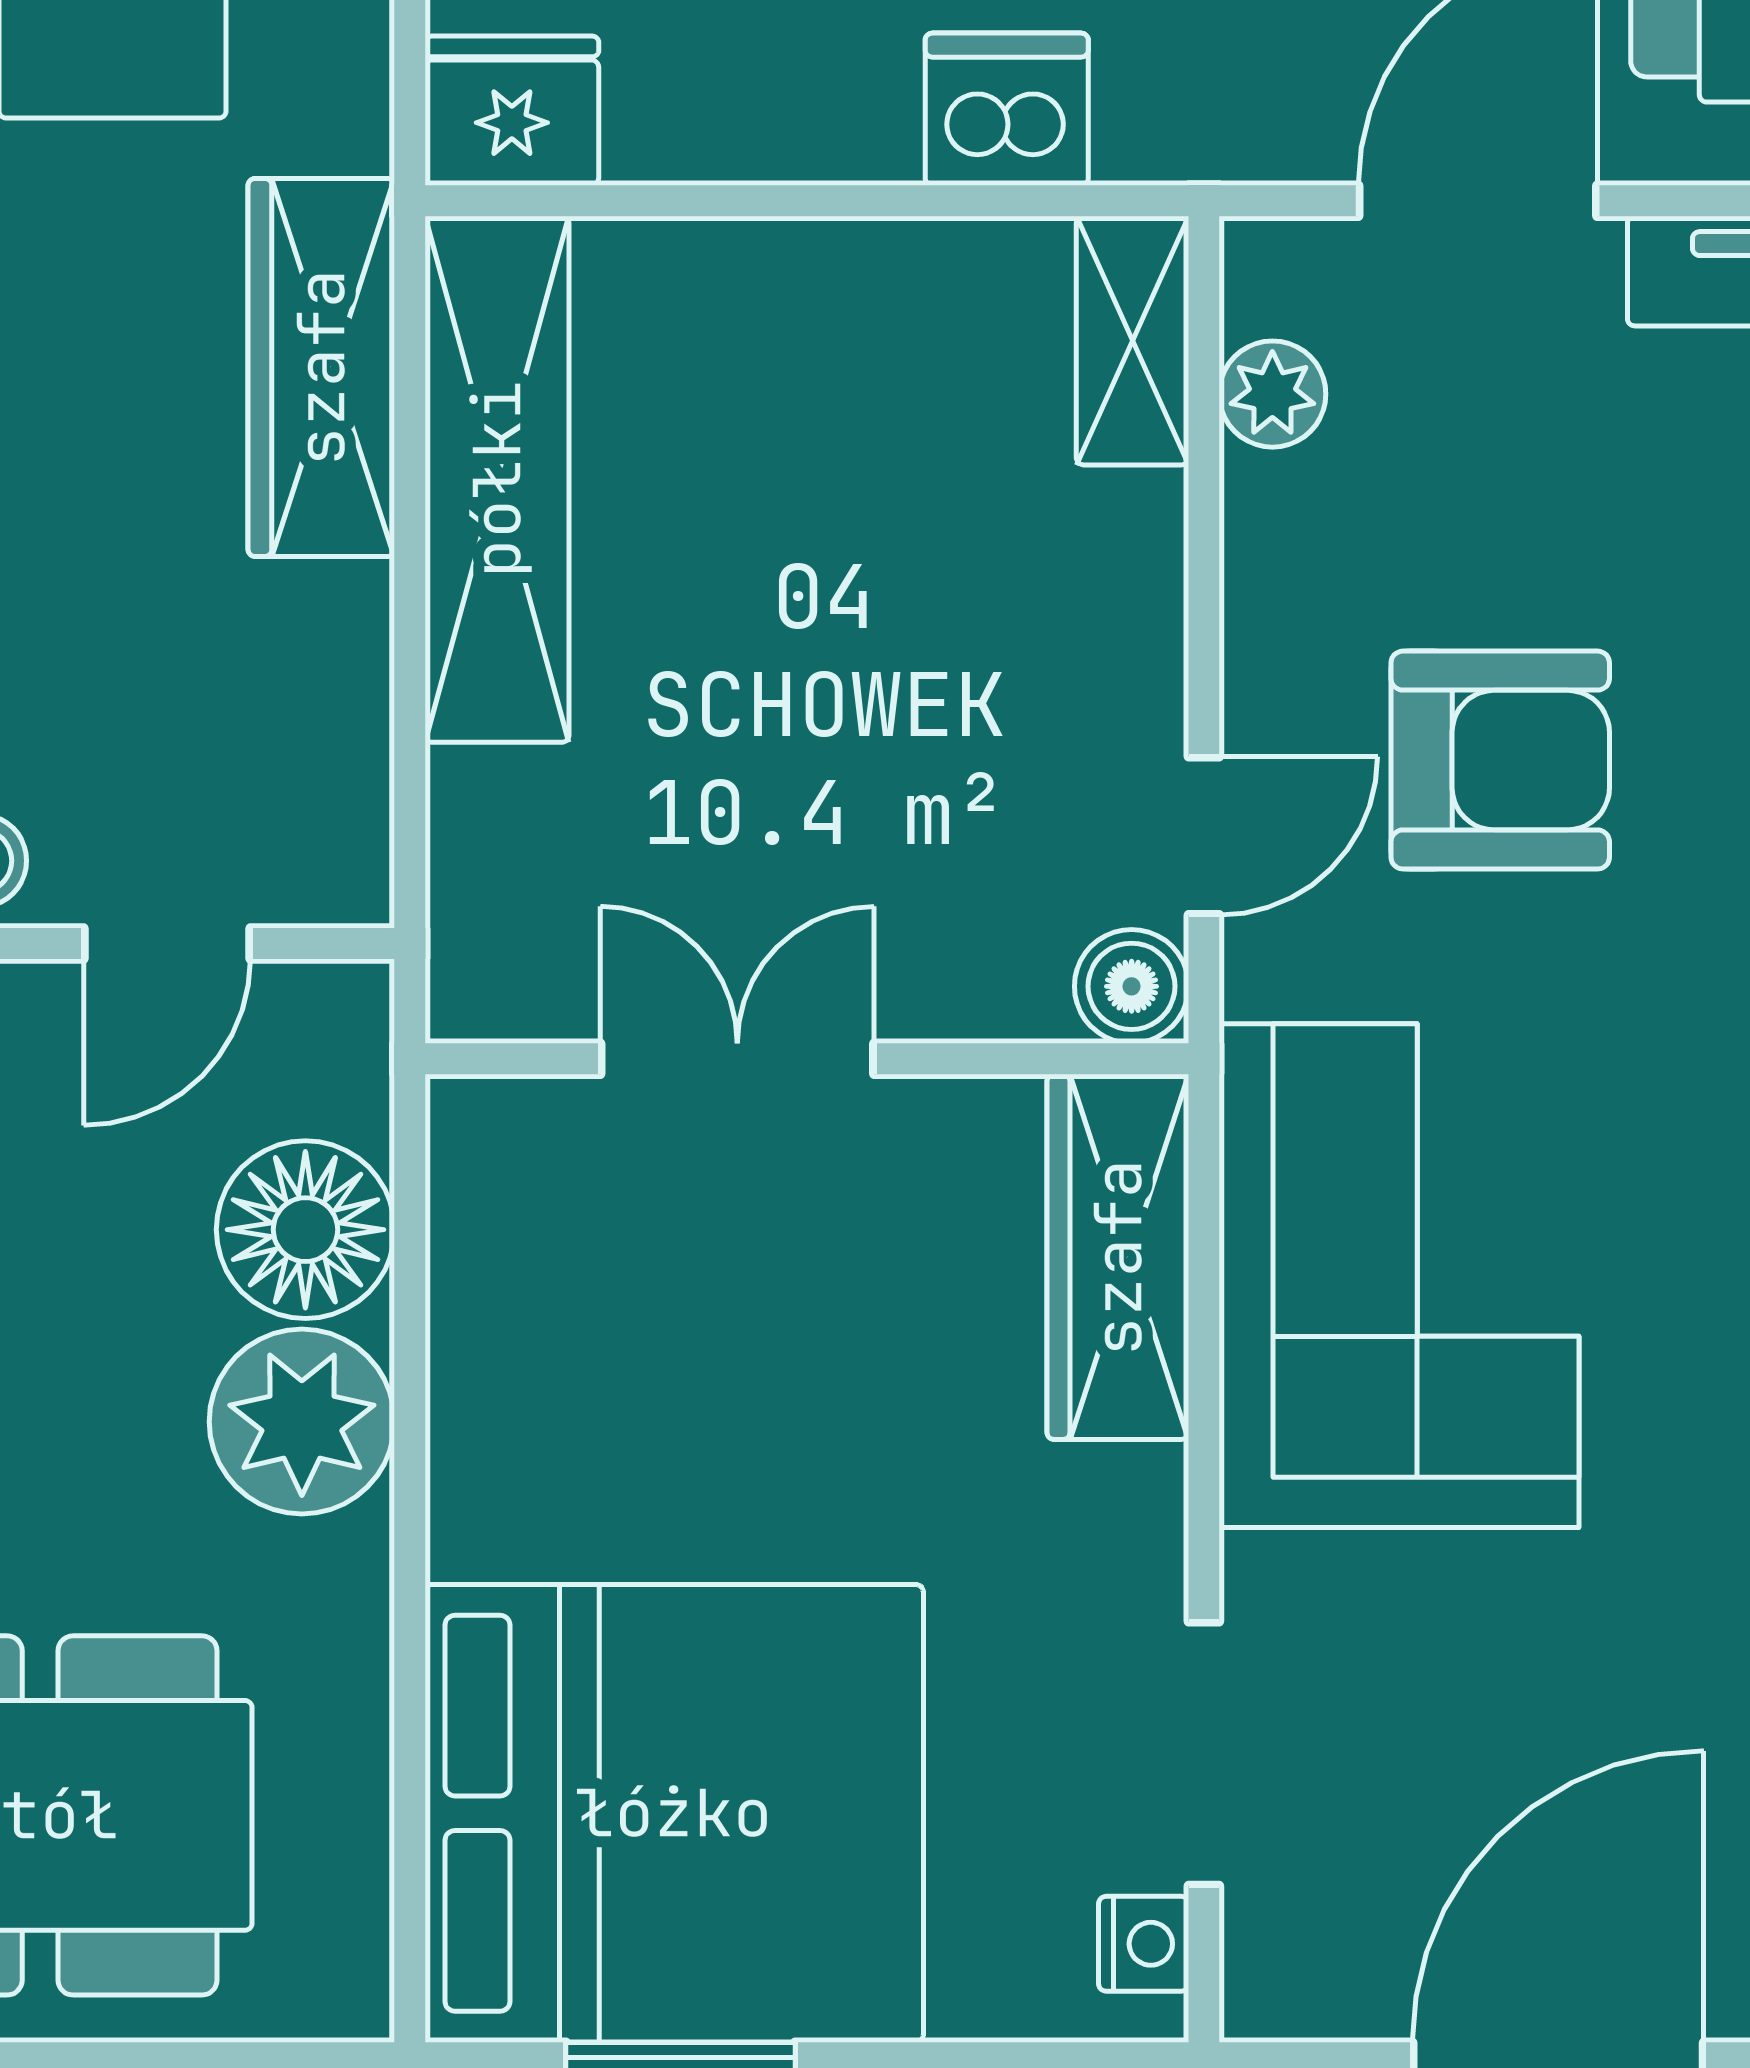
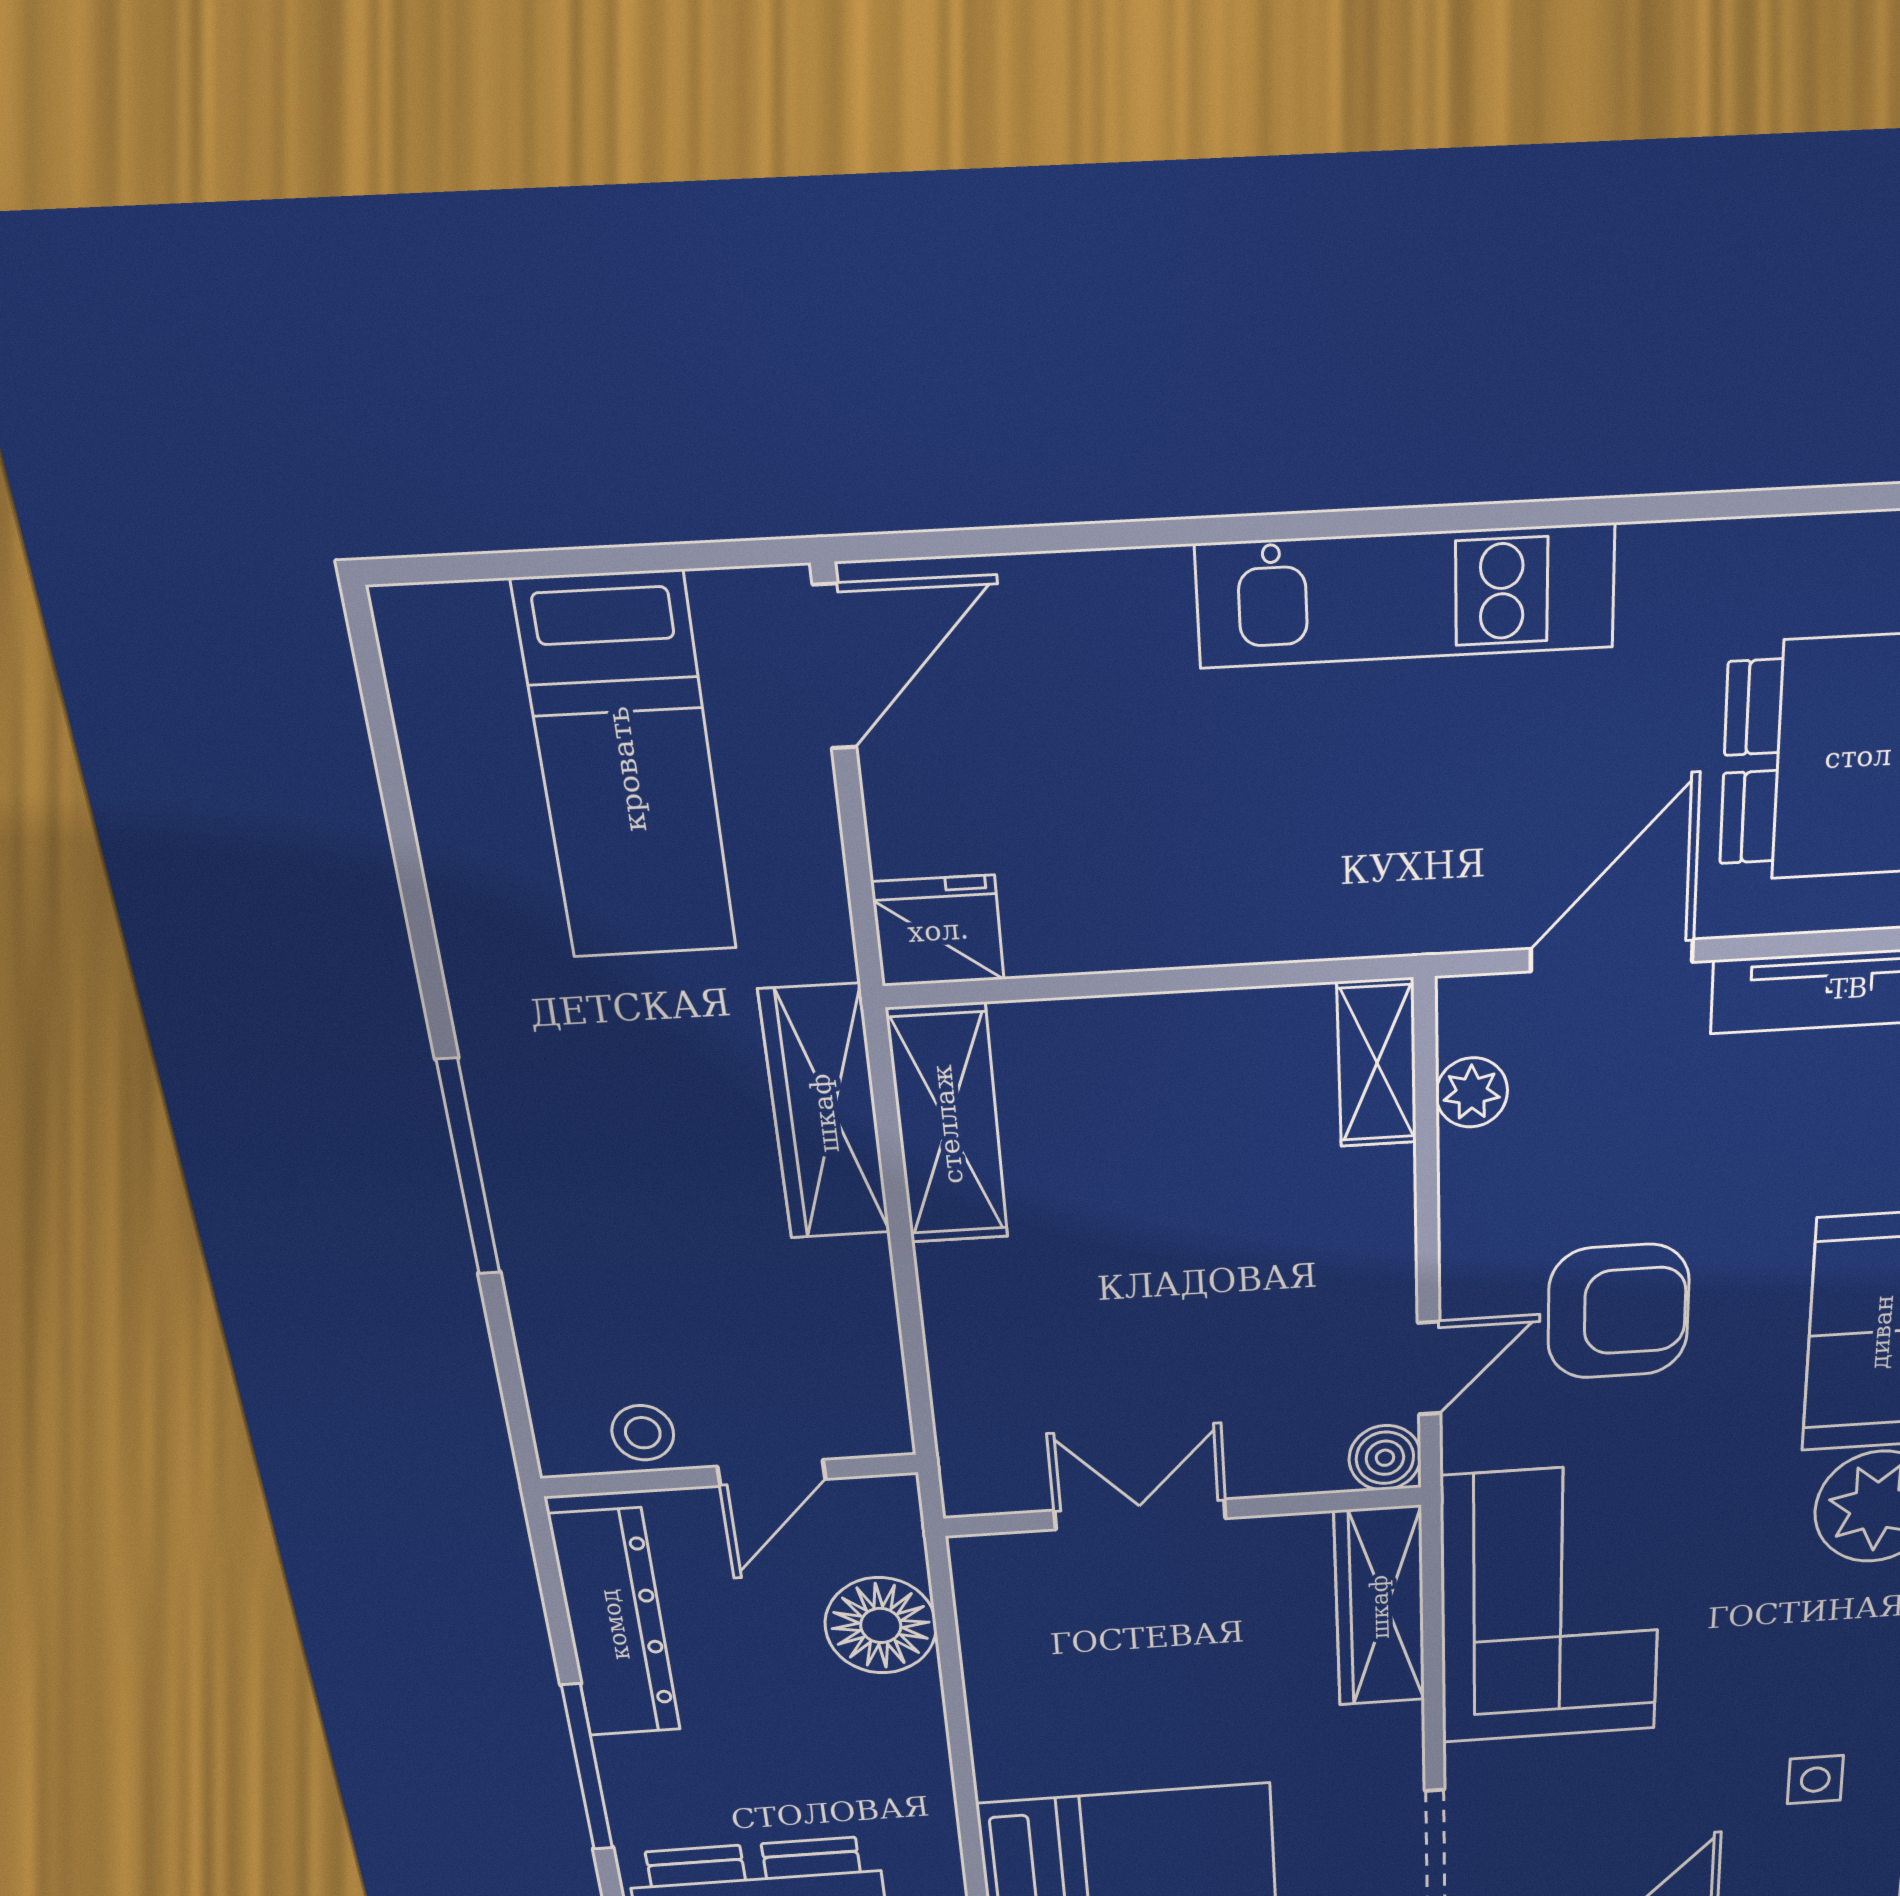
dishwasher: (1007, 109) -> (1286, 910), removed
shelving: (497, 479) -> (948, 1124), width x0.68
plant: (302, 1422) -> (892, 1726), removed

